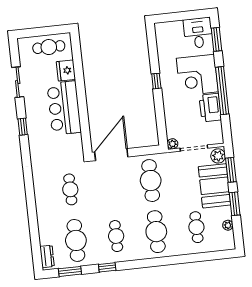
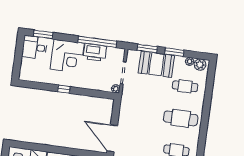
window: (222, 91) -> (97, 42), moved
plant: (218, 156) -> (200, 65), moved
cafe table: (151, 181) -> (140, 113), removed

